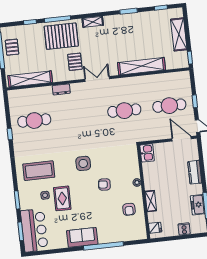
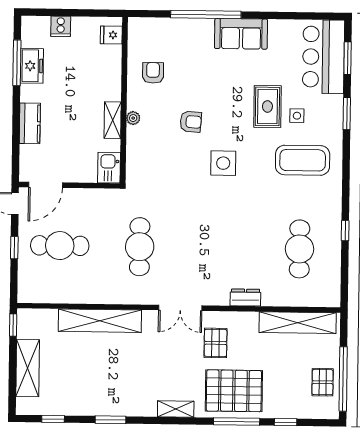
cafe table: (124, 111) -> (140, 247), turned 90
cafe table: (34, 121) -> (300, 249), turned 90
door: (182, 139) -> (46, 185), hinge flipped
shelving: (151, 201) -> (113, 120), moved

